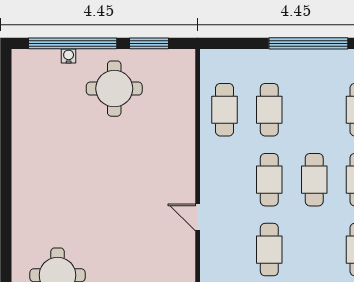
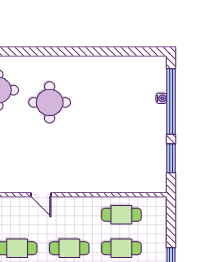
round table: (114, 89) -> (50, 102), moved
door: (198, 217) -> (41, 195), swing flipped

